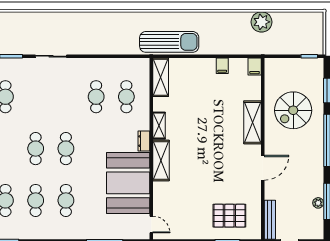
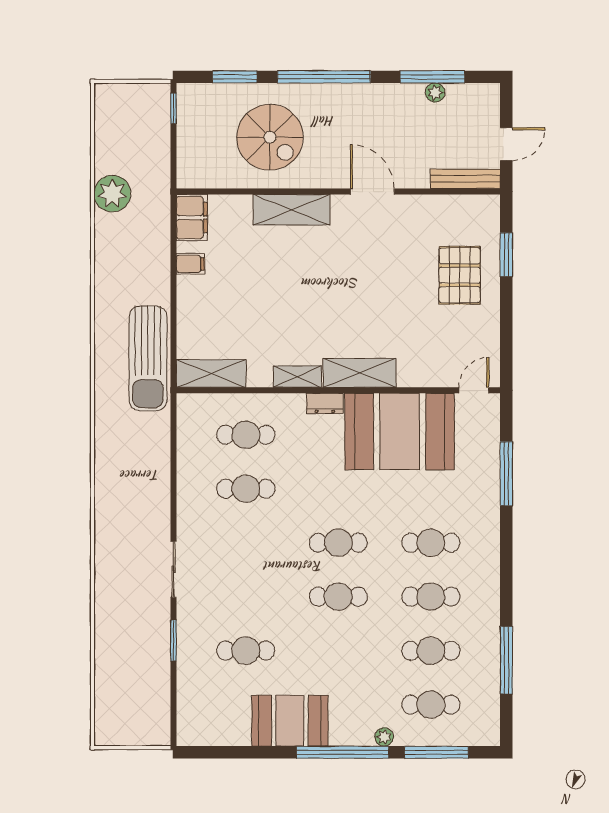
sun lounger: (169, 42) -> (148, 358), turned 180
filing cabinet: (255, 66) -> (192, 218), width x2.00
pallet: (229, 216) -> (460, 275), moved

